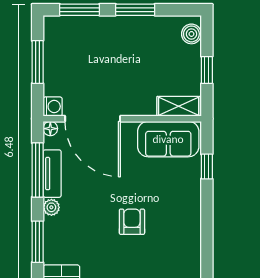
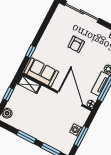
washing machine: (53, 106) -> (76, 130), moved

